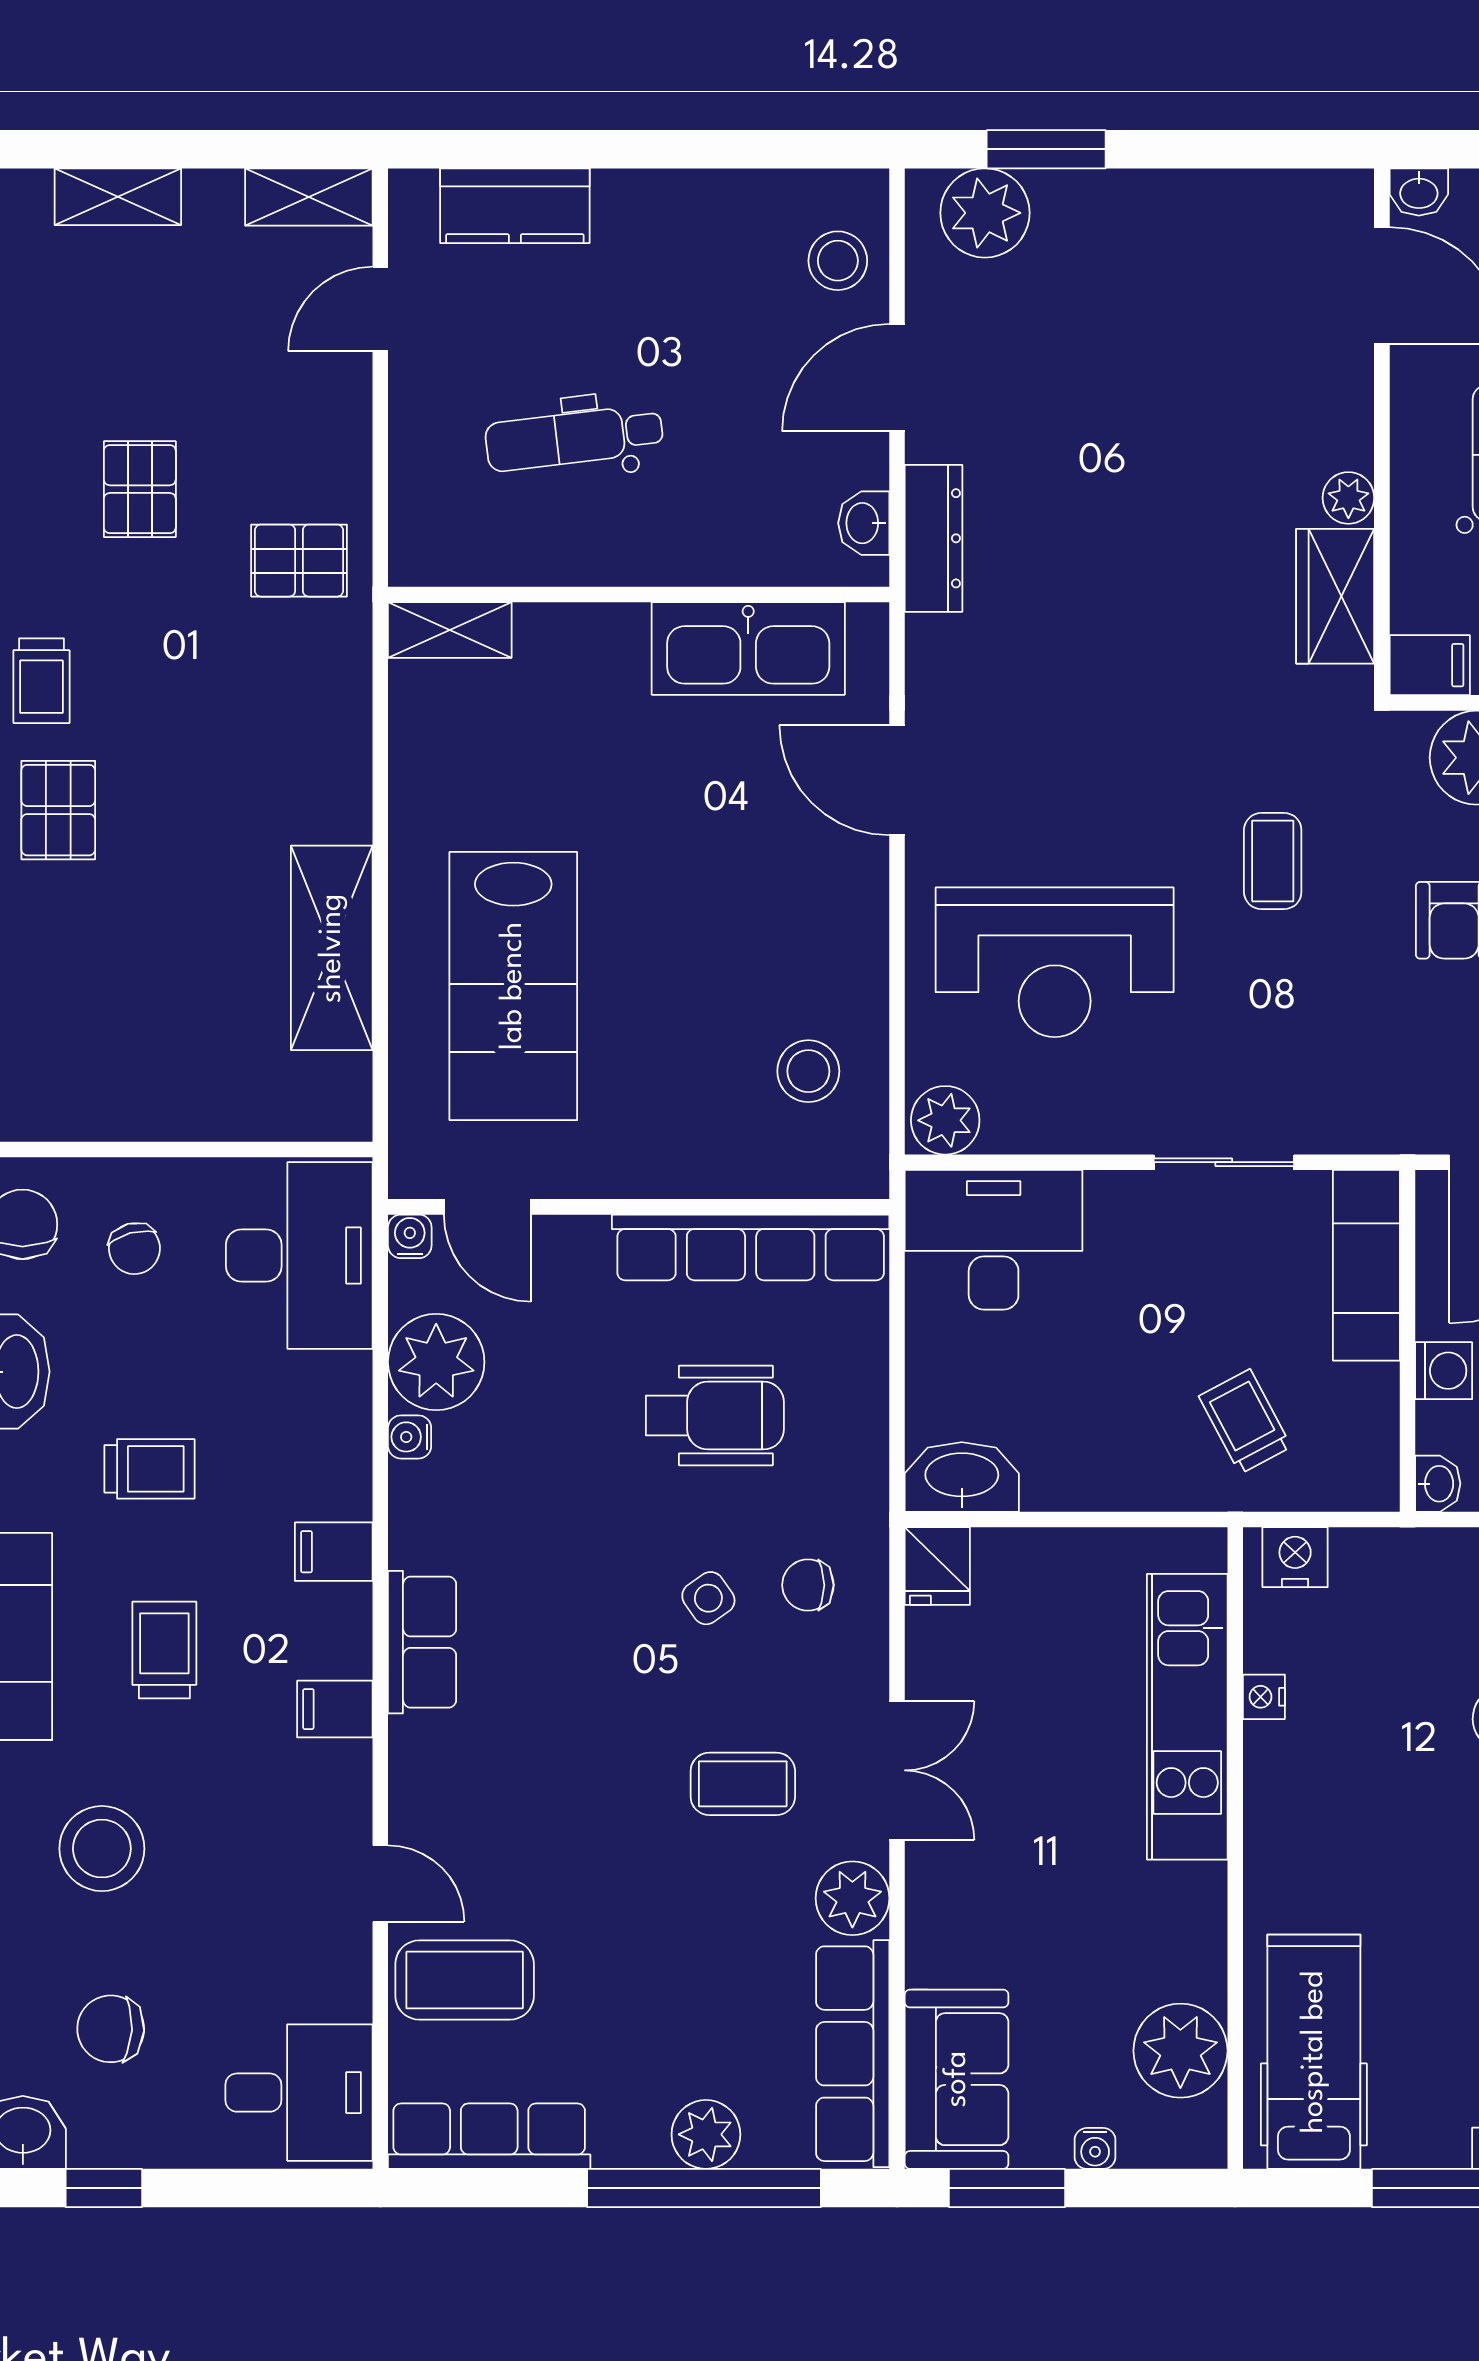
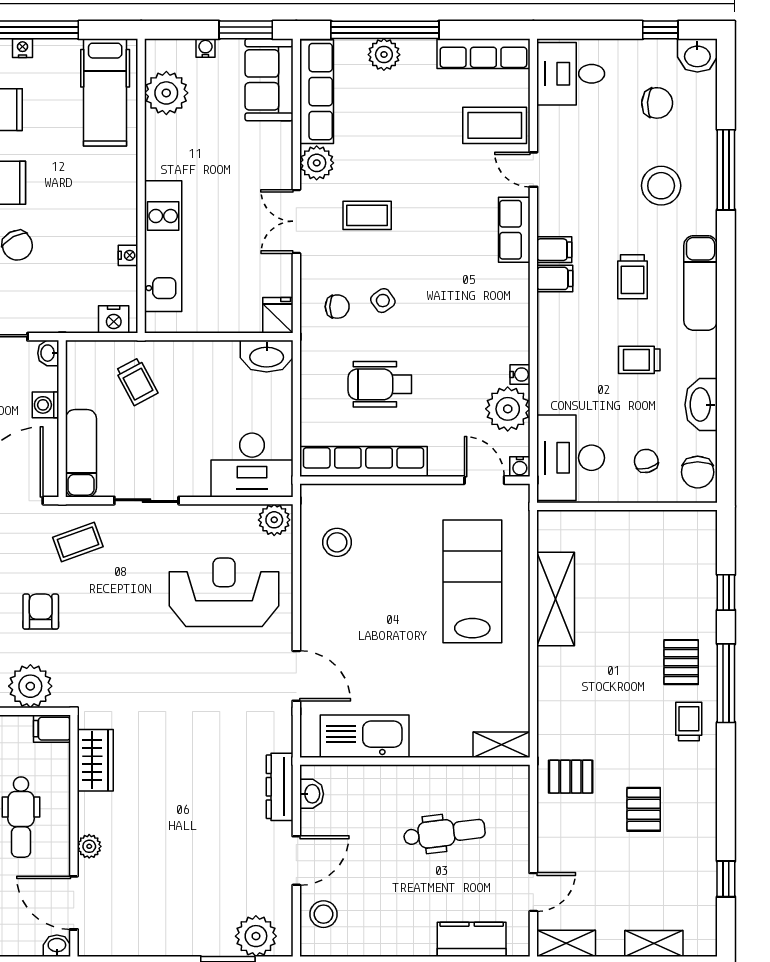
plant: (1348, 498) -> (89, 846), moved
coffee table: (1273, 861) -> (78, 542), moved, turned 70
filing cabinet: (334, 1552) -> (555, 278), moved
row of seats: (422, 1642) -> (514, 230), moved

